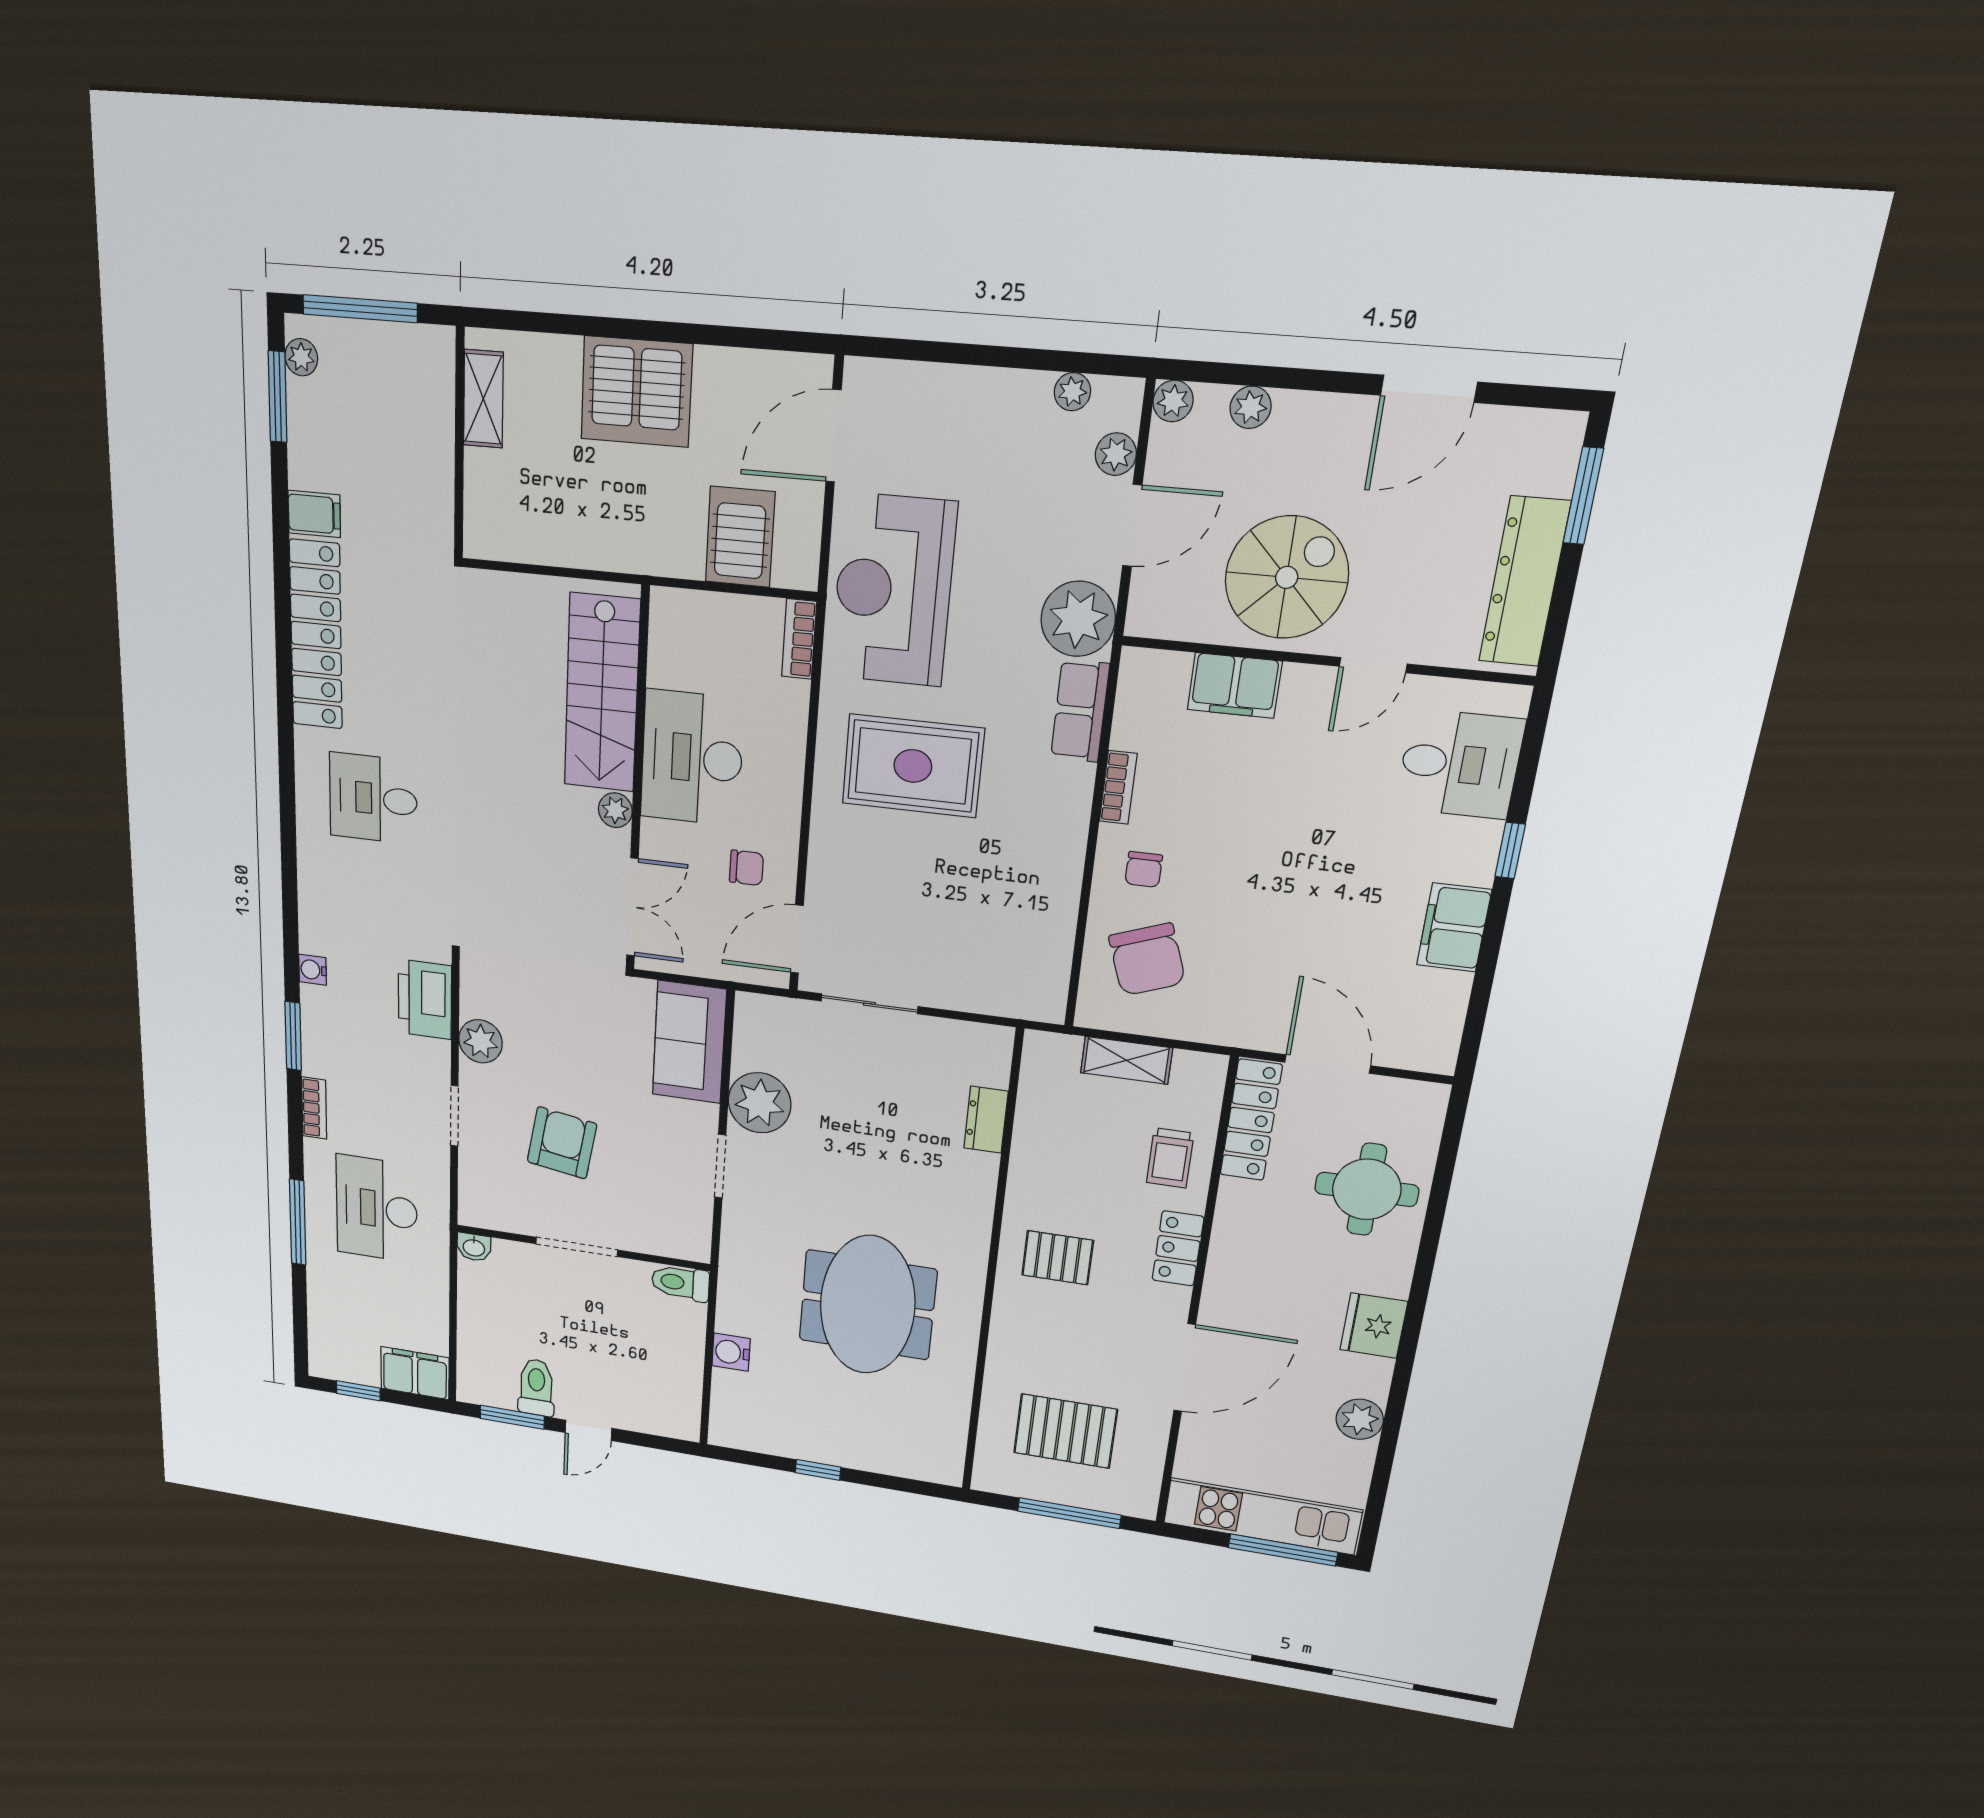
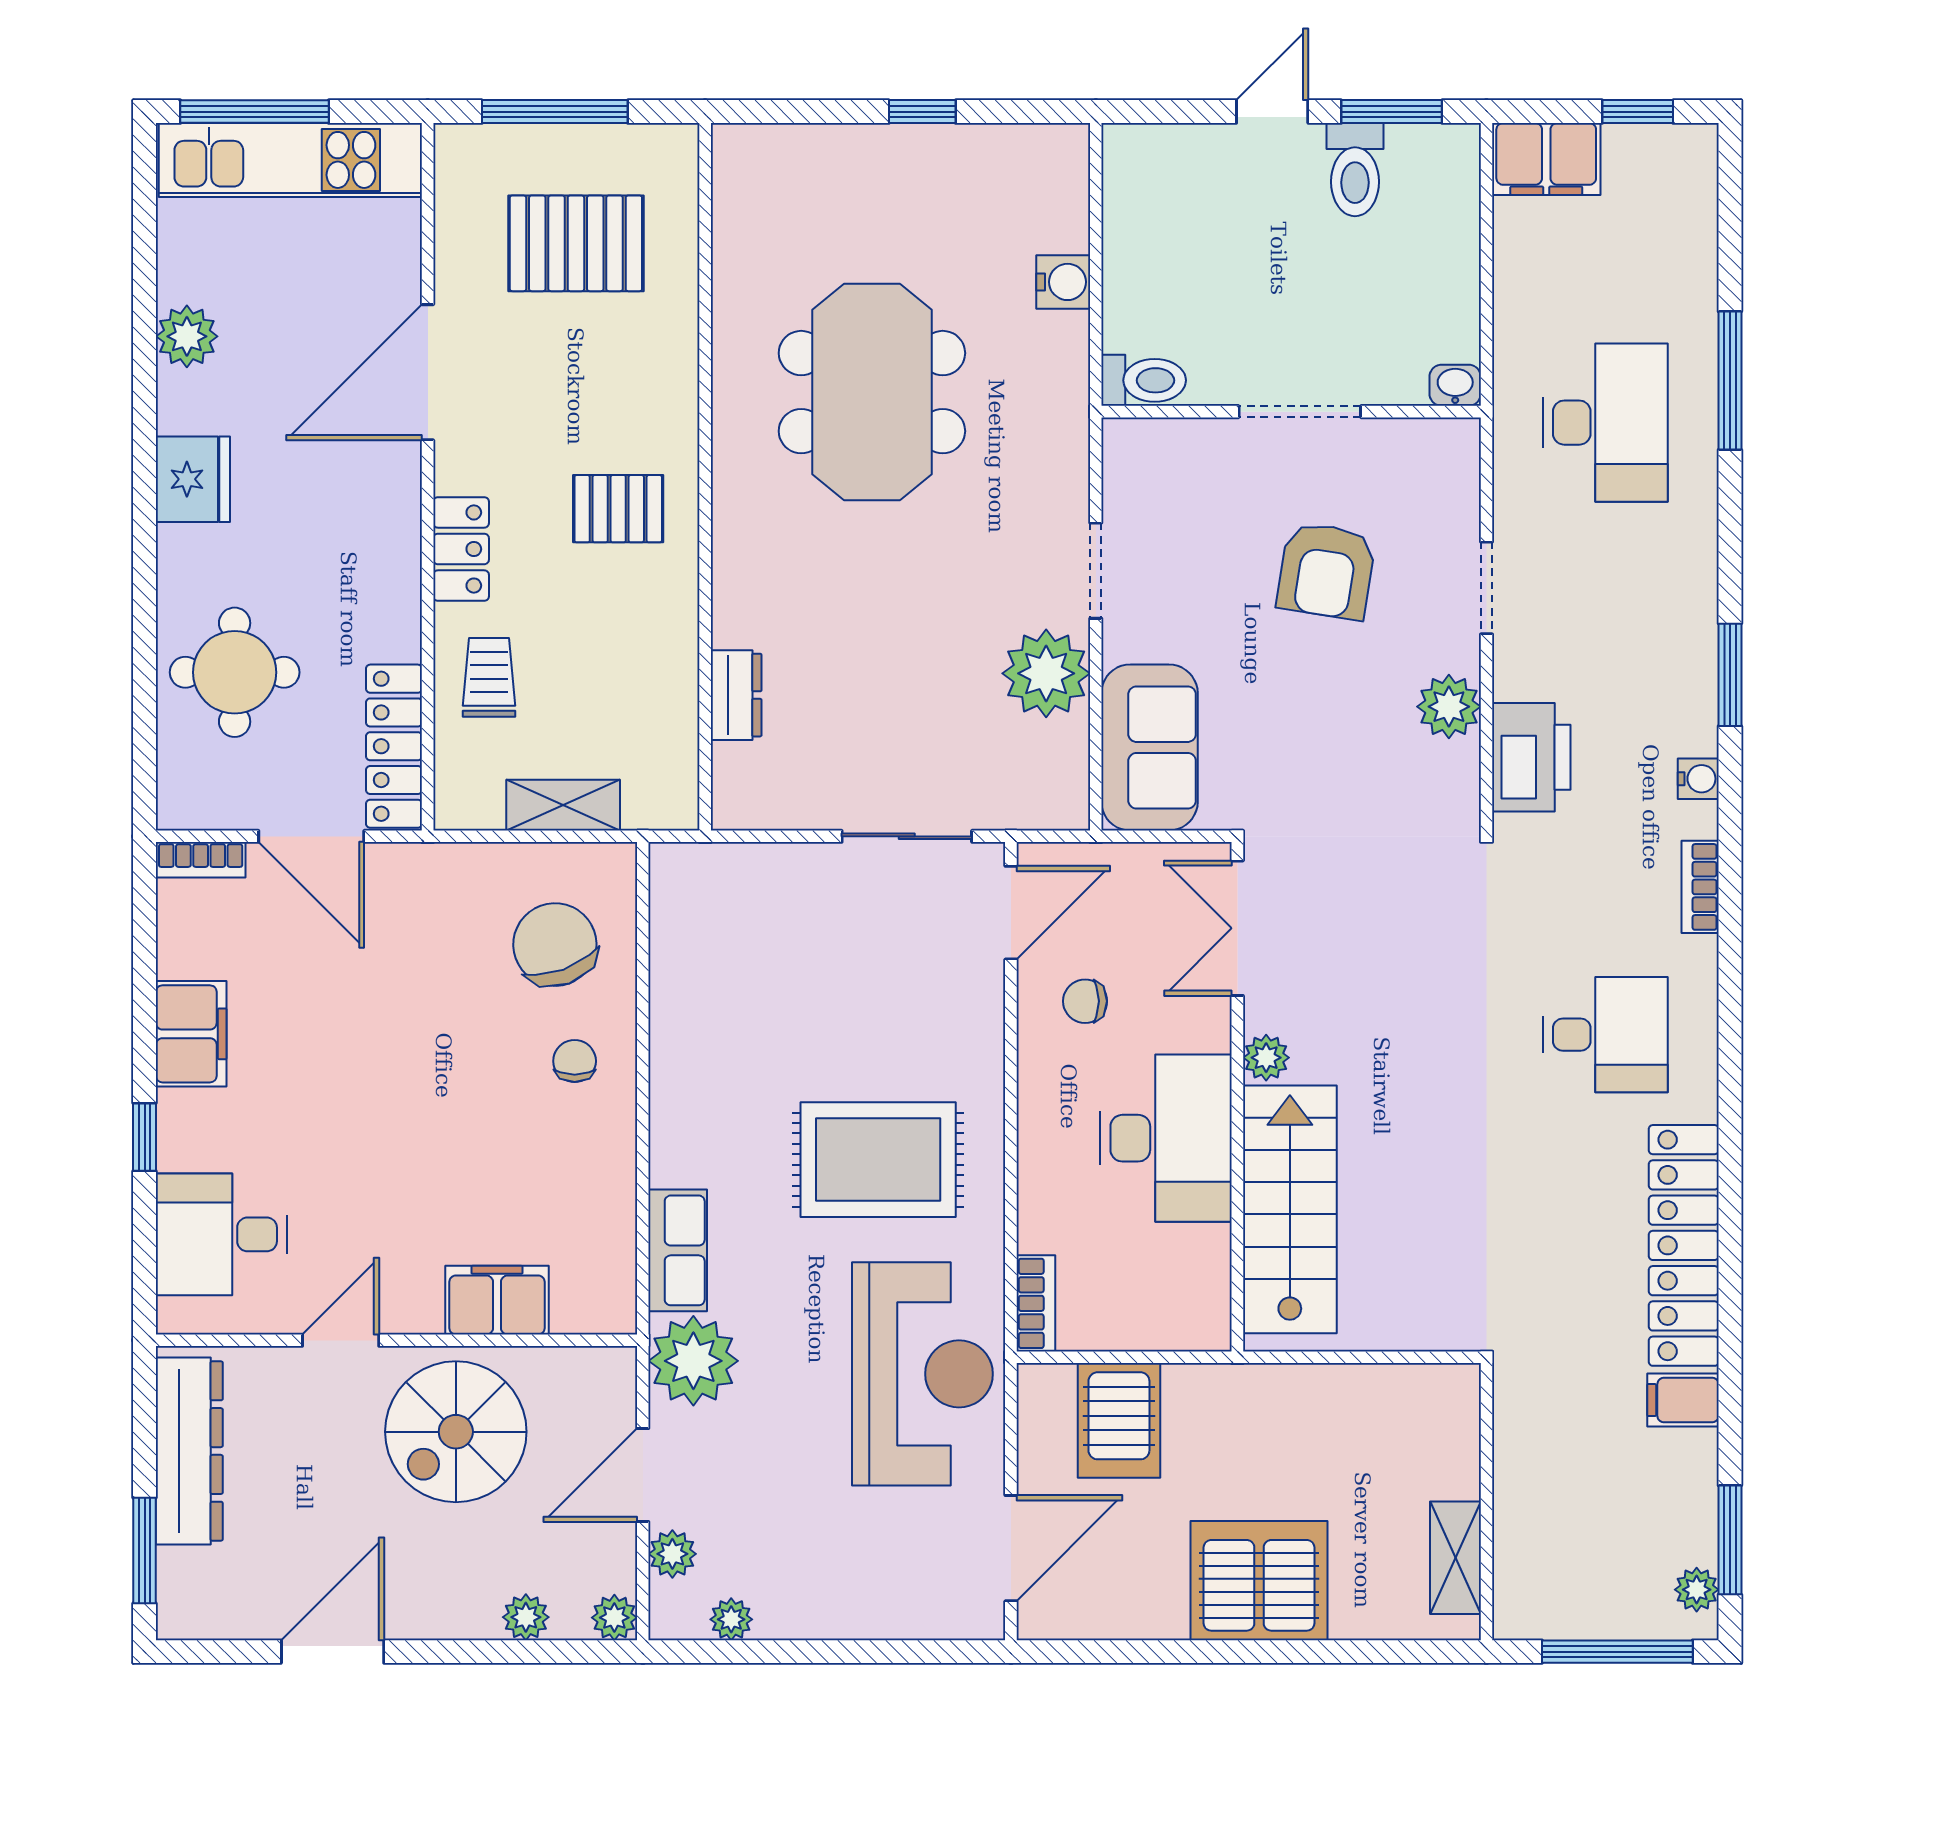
bookcase: (1118, 787) -> (201, 860), moved, turned -90
bookcase: (314, 1108) -> (1700, 887), moved

